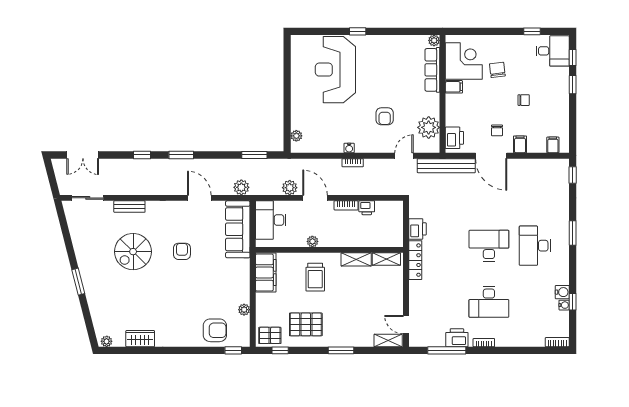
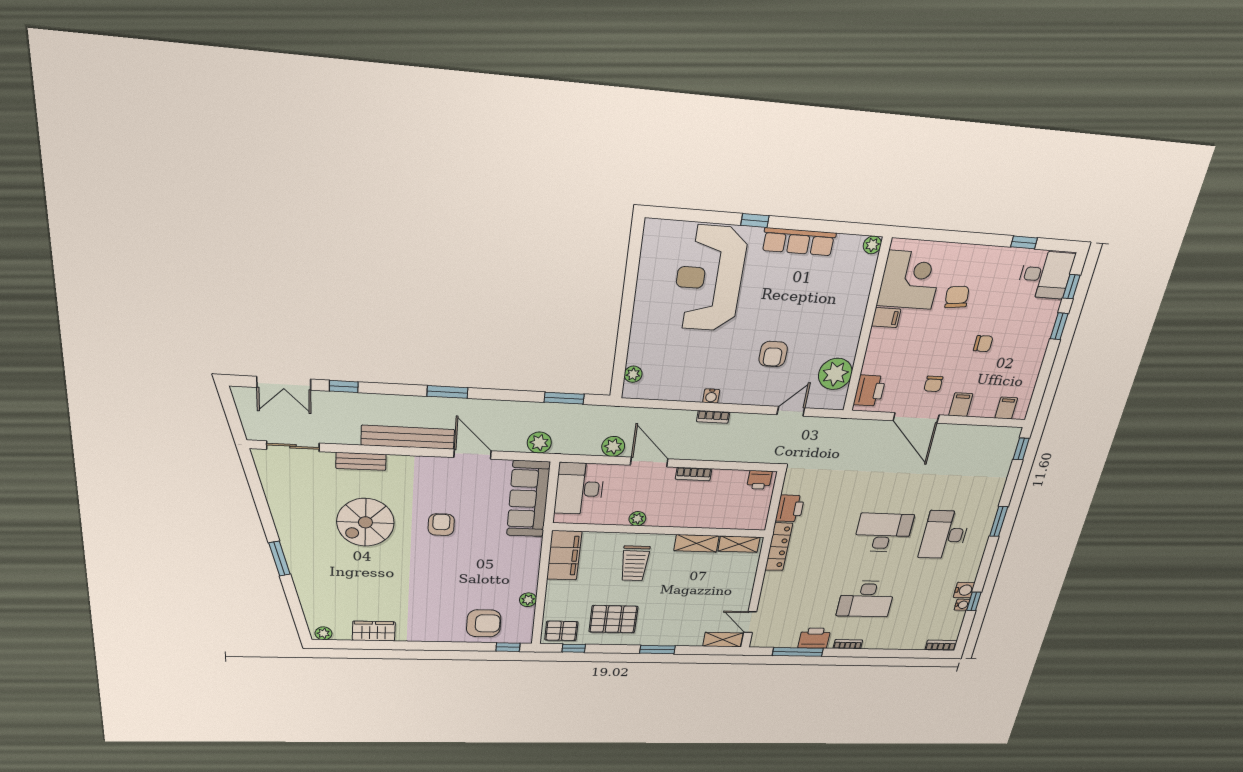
row of seats: (432, 70) -> (799, 242), moved, turned -90
window: (142, 155) -> (344, 386), moved
bench: (446, 166) -> (408, 437), moved
printer: (367, 208) -> (759, 480), moved

